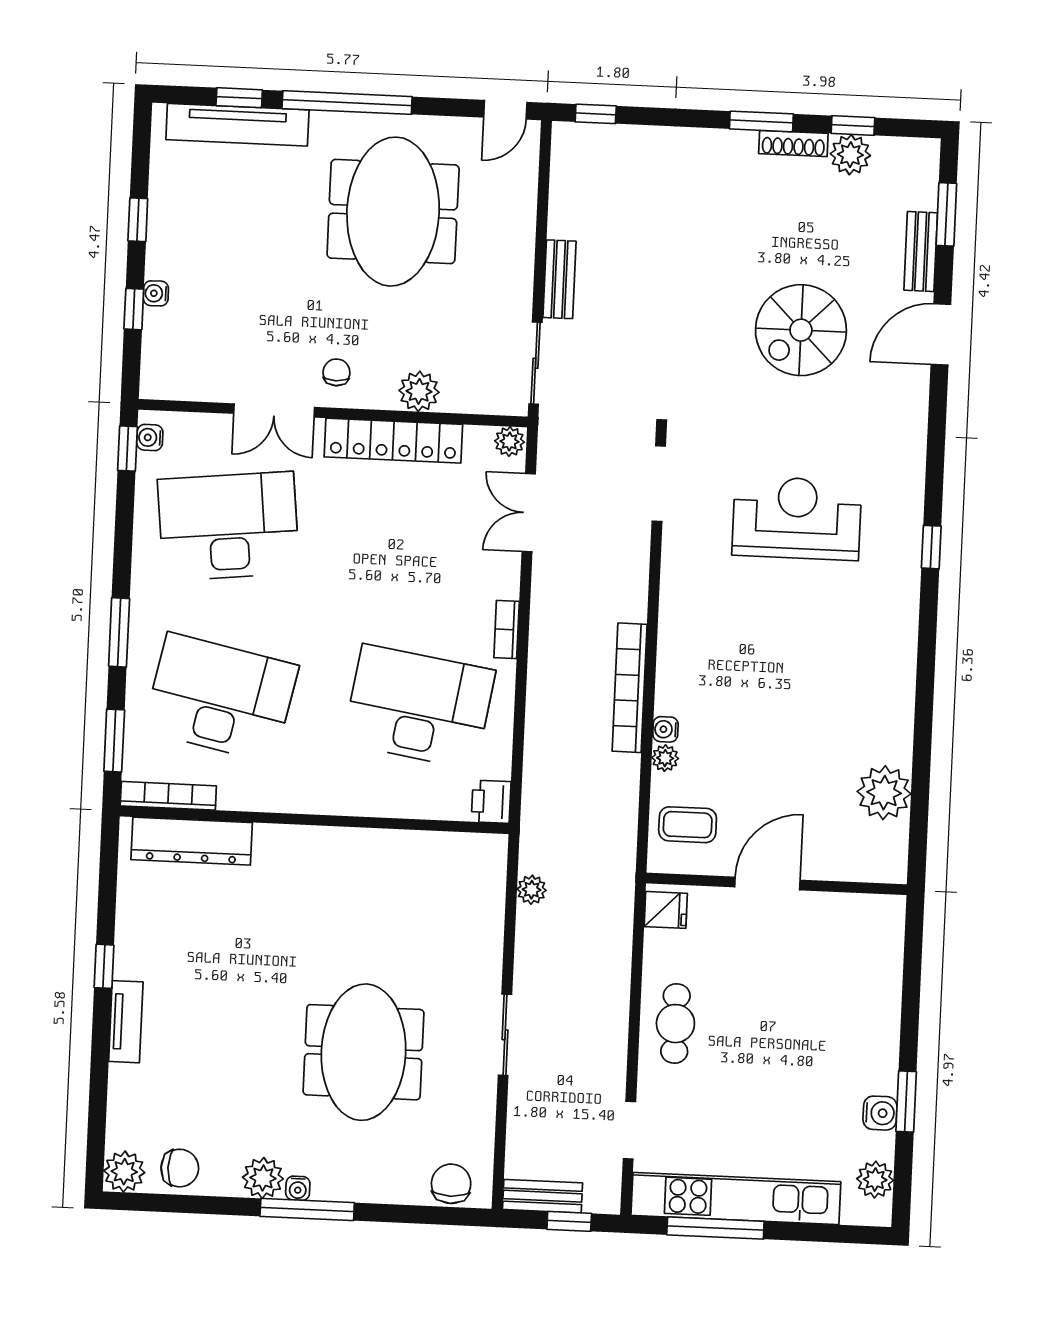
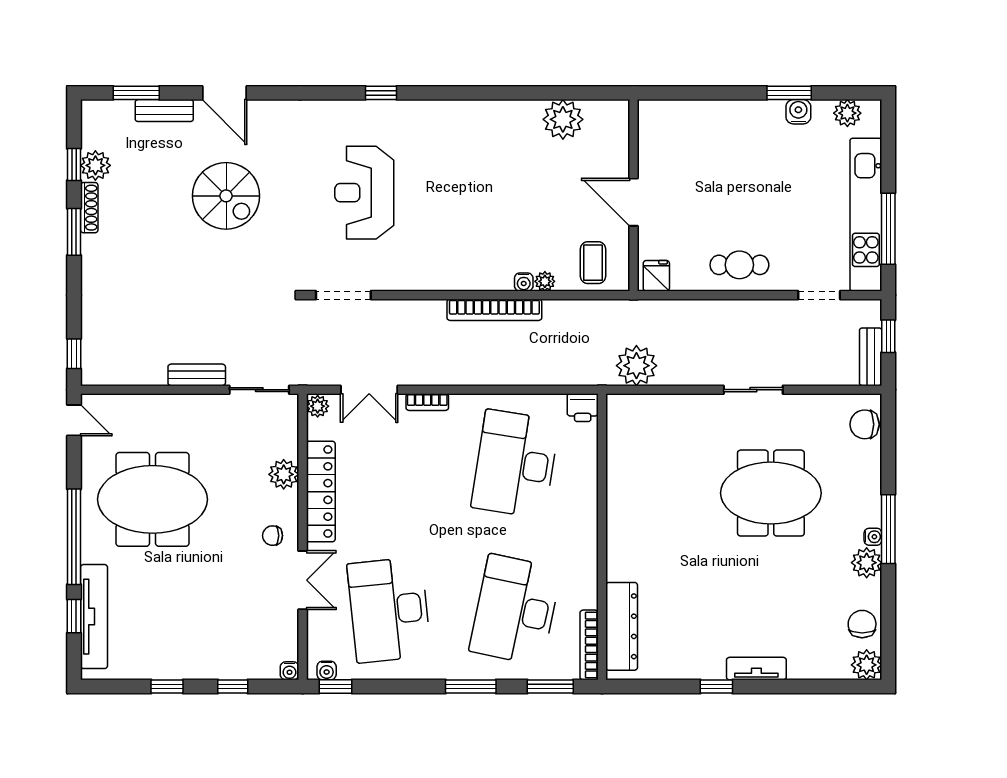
water cooler: (156, 293) -> (290, 671), moved
bookcase: (507, 629) -> (427, 402), moved
plant: (532, 890) -> (636, 366), width x1.87, depth x1.87

